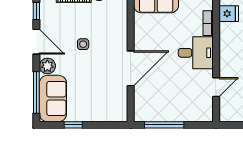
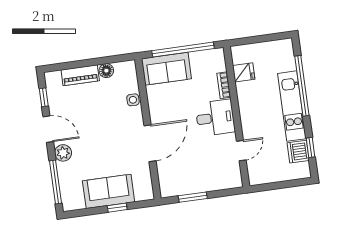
side table: (83, 44) -> (133, 100), moved
sofa: (53, 98) -> (109, 191), moved, turned -90
window: (73, 125) -> (117, 208), moved
window: (164, 125) -> (193, 197), width x0.69

